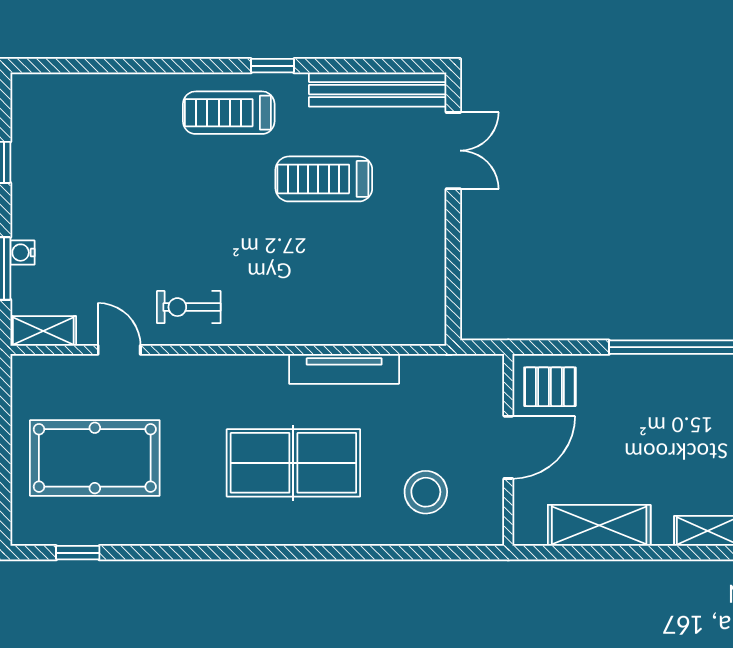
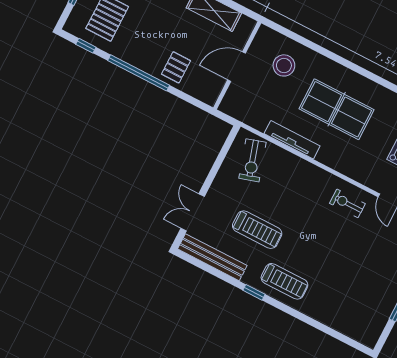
exercise bike: (395, 297) -> (252, 160), added
exercise bike: (189, 307) -> (347, 203), turned 180
pallet: (550, 387) -> (176, 67), moved, turned 90

